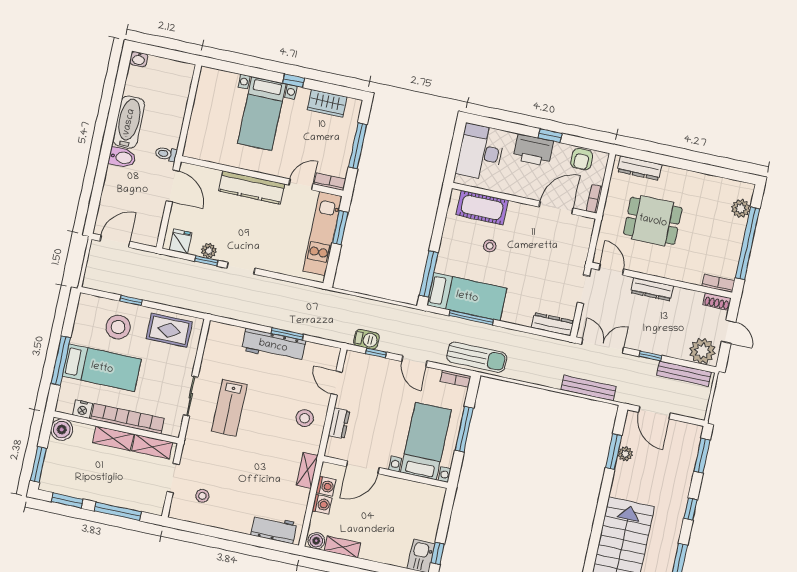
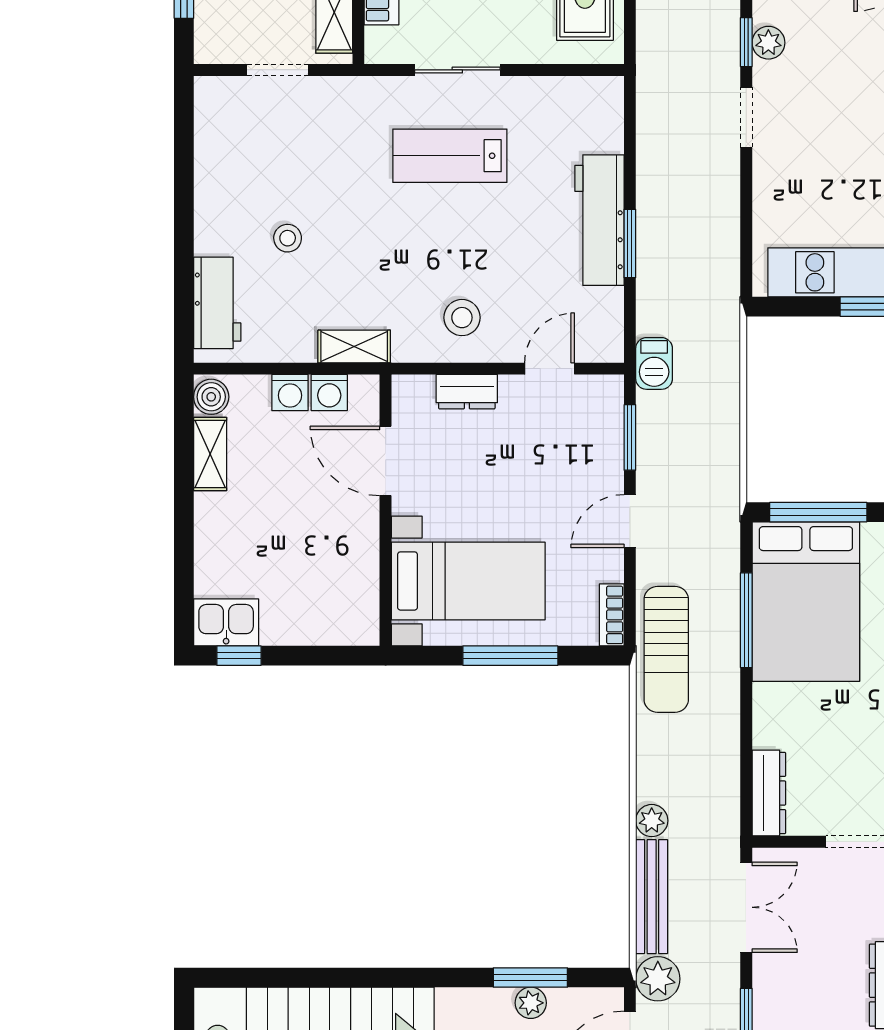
bed: (467, 297) -> (806, 602), width x1.50
barbecue: (366, 339) -> (654, 363), moved
window: (376, 353) -> (630, 437), width x1.50
plant: (554, 381) -> (652, 821), added
plant: (627, 393) -> (658, 979), added
stool: (202, 496) -> (288, 238), moved

